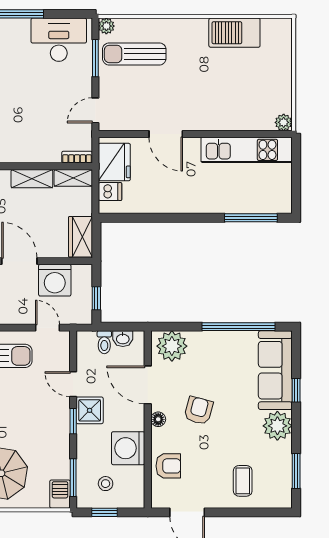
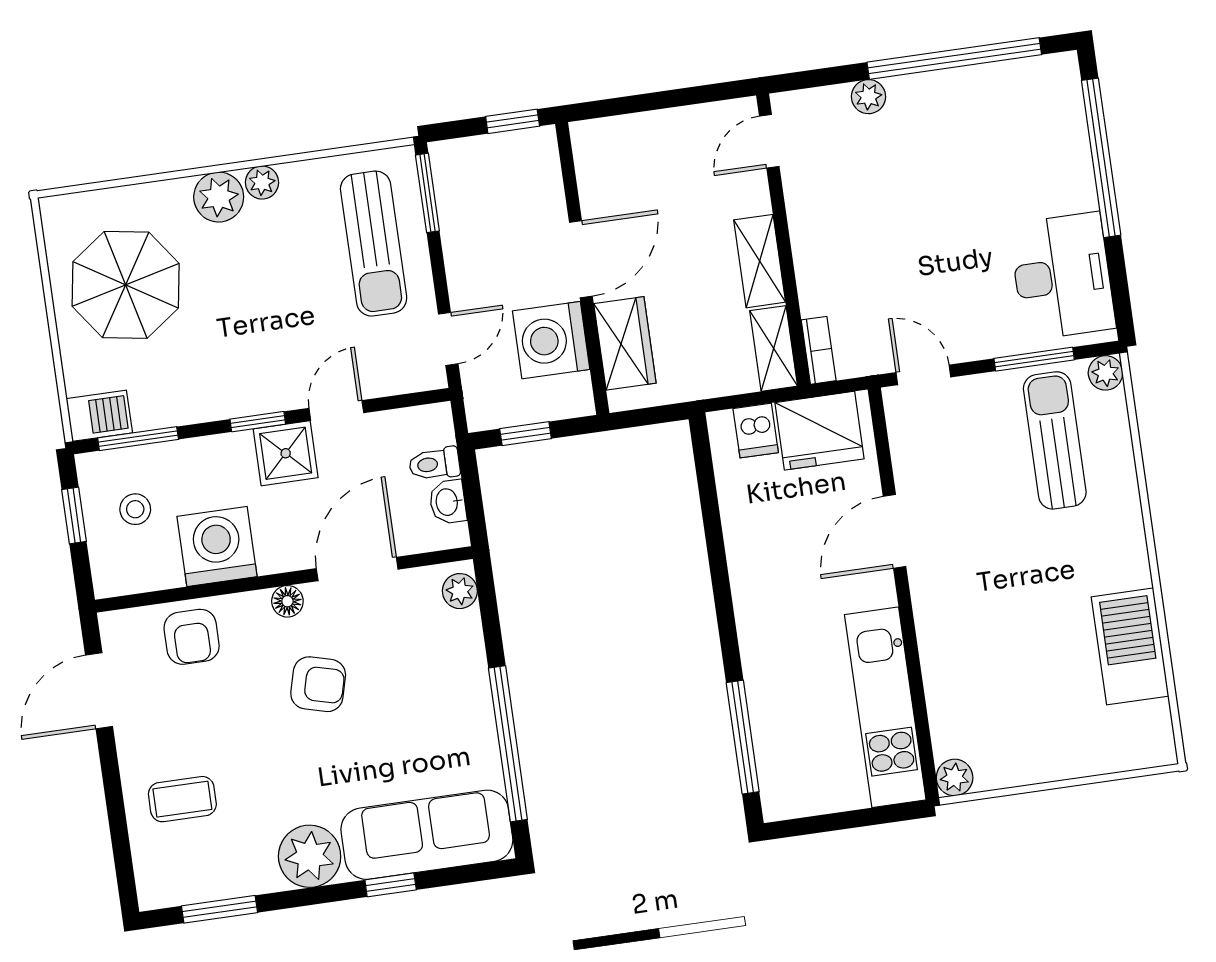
wardrobe: (80, 237) -> (625, 343), moved, turned 90
plant: (172, 346) -> (460, 591), width x0.53, depth x0.53

